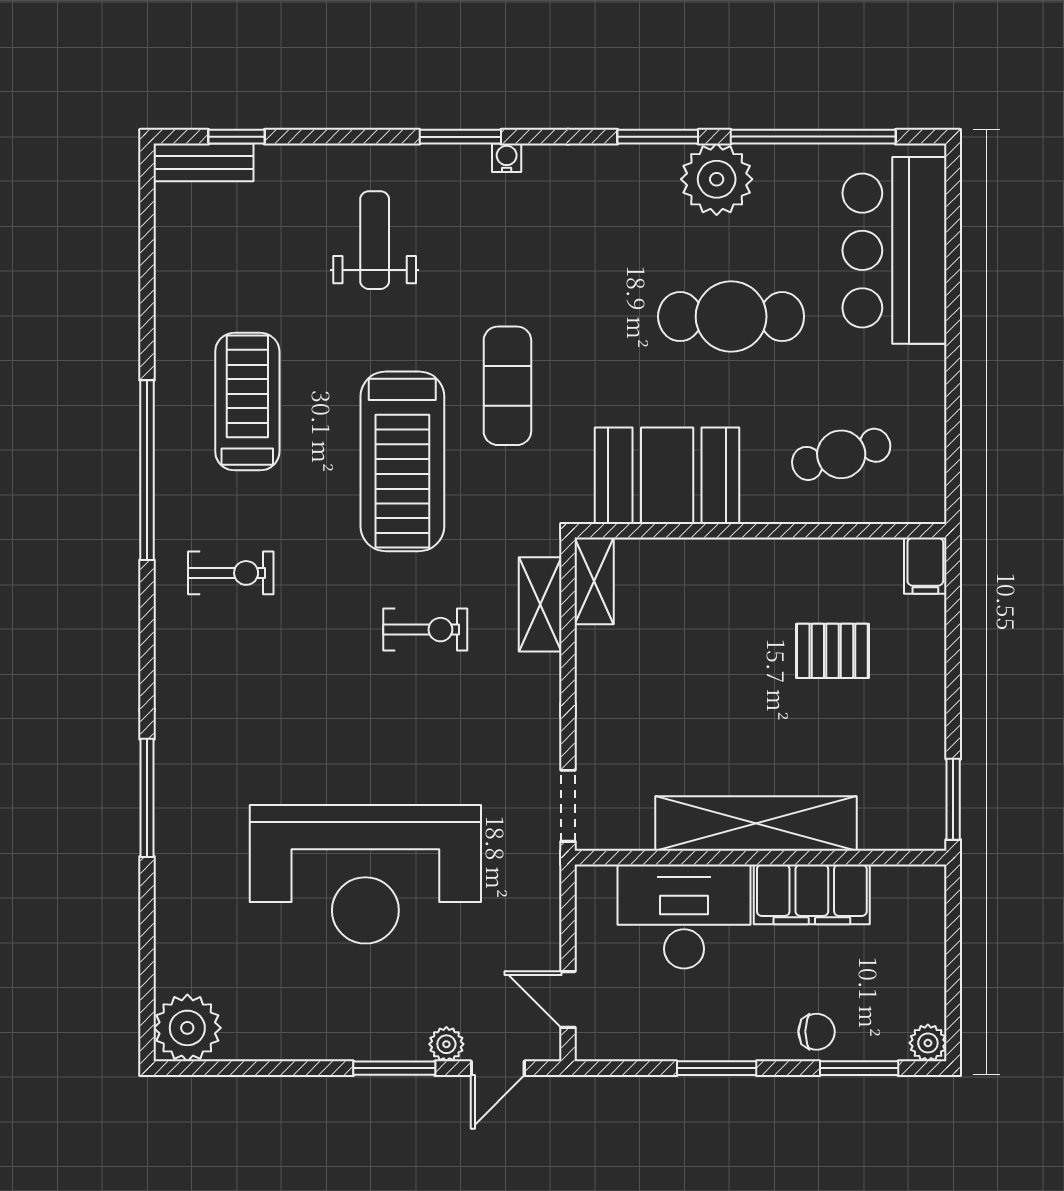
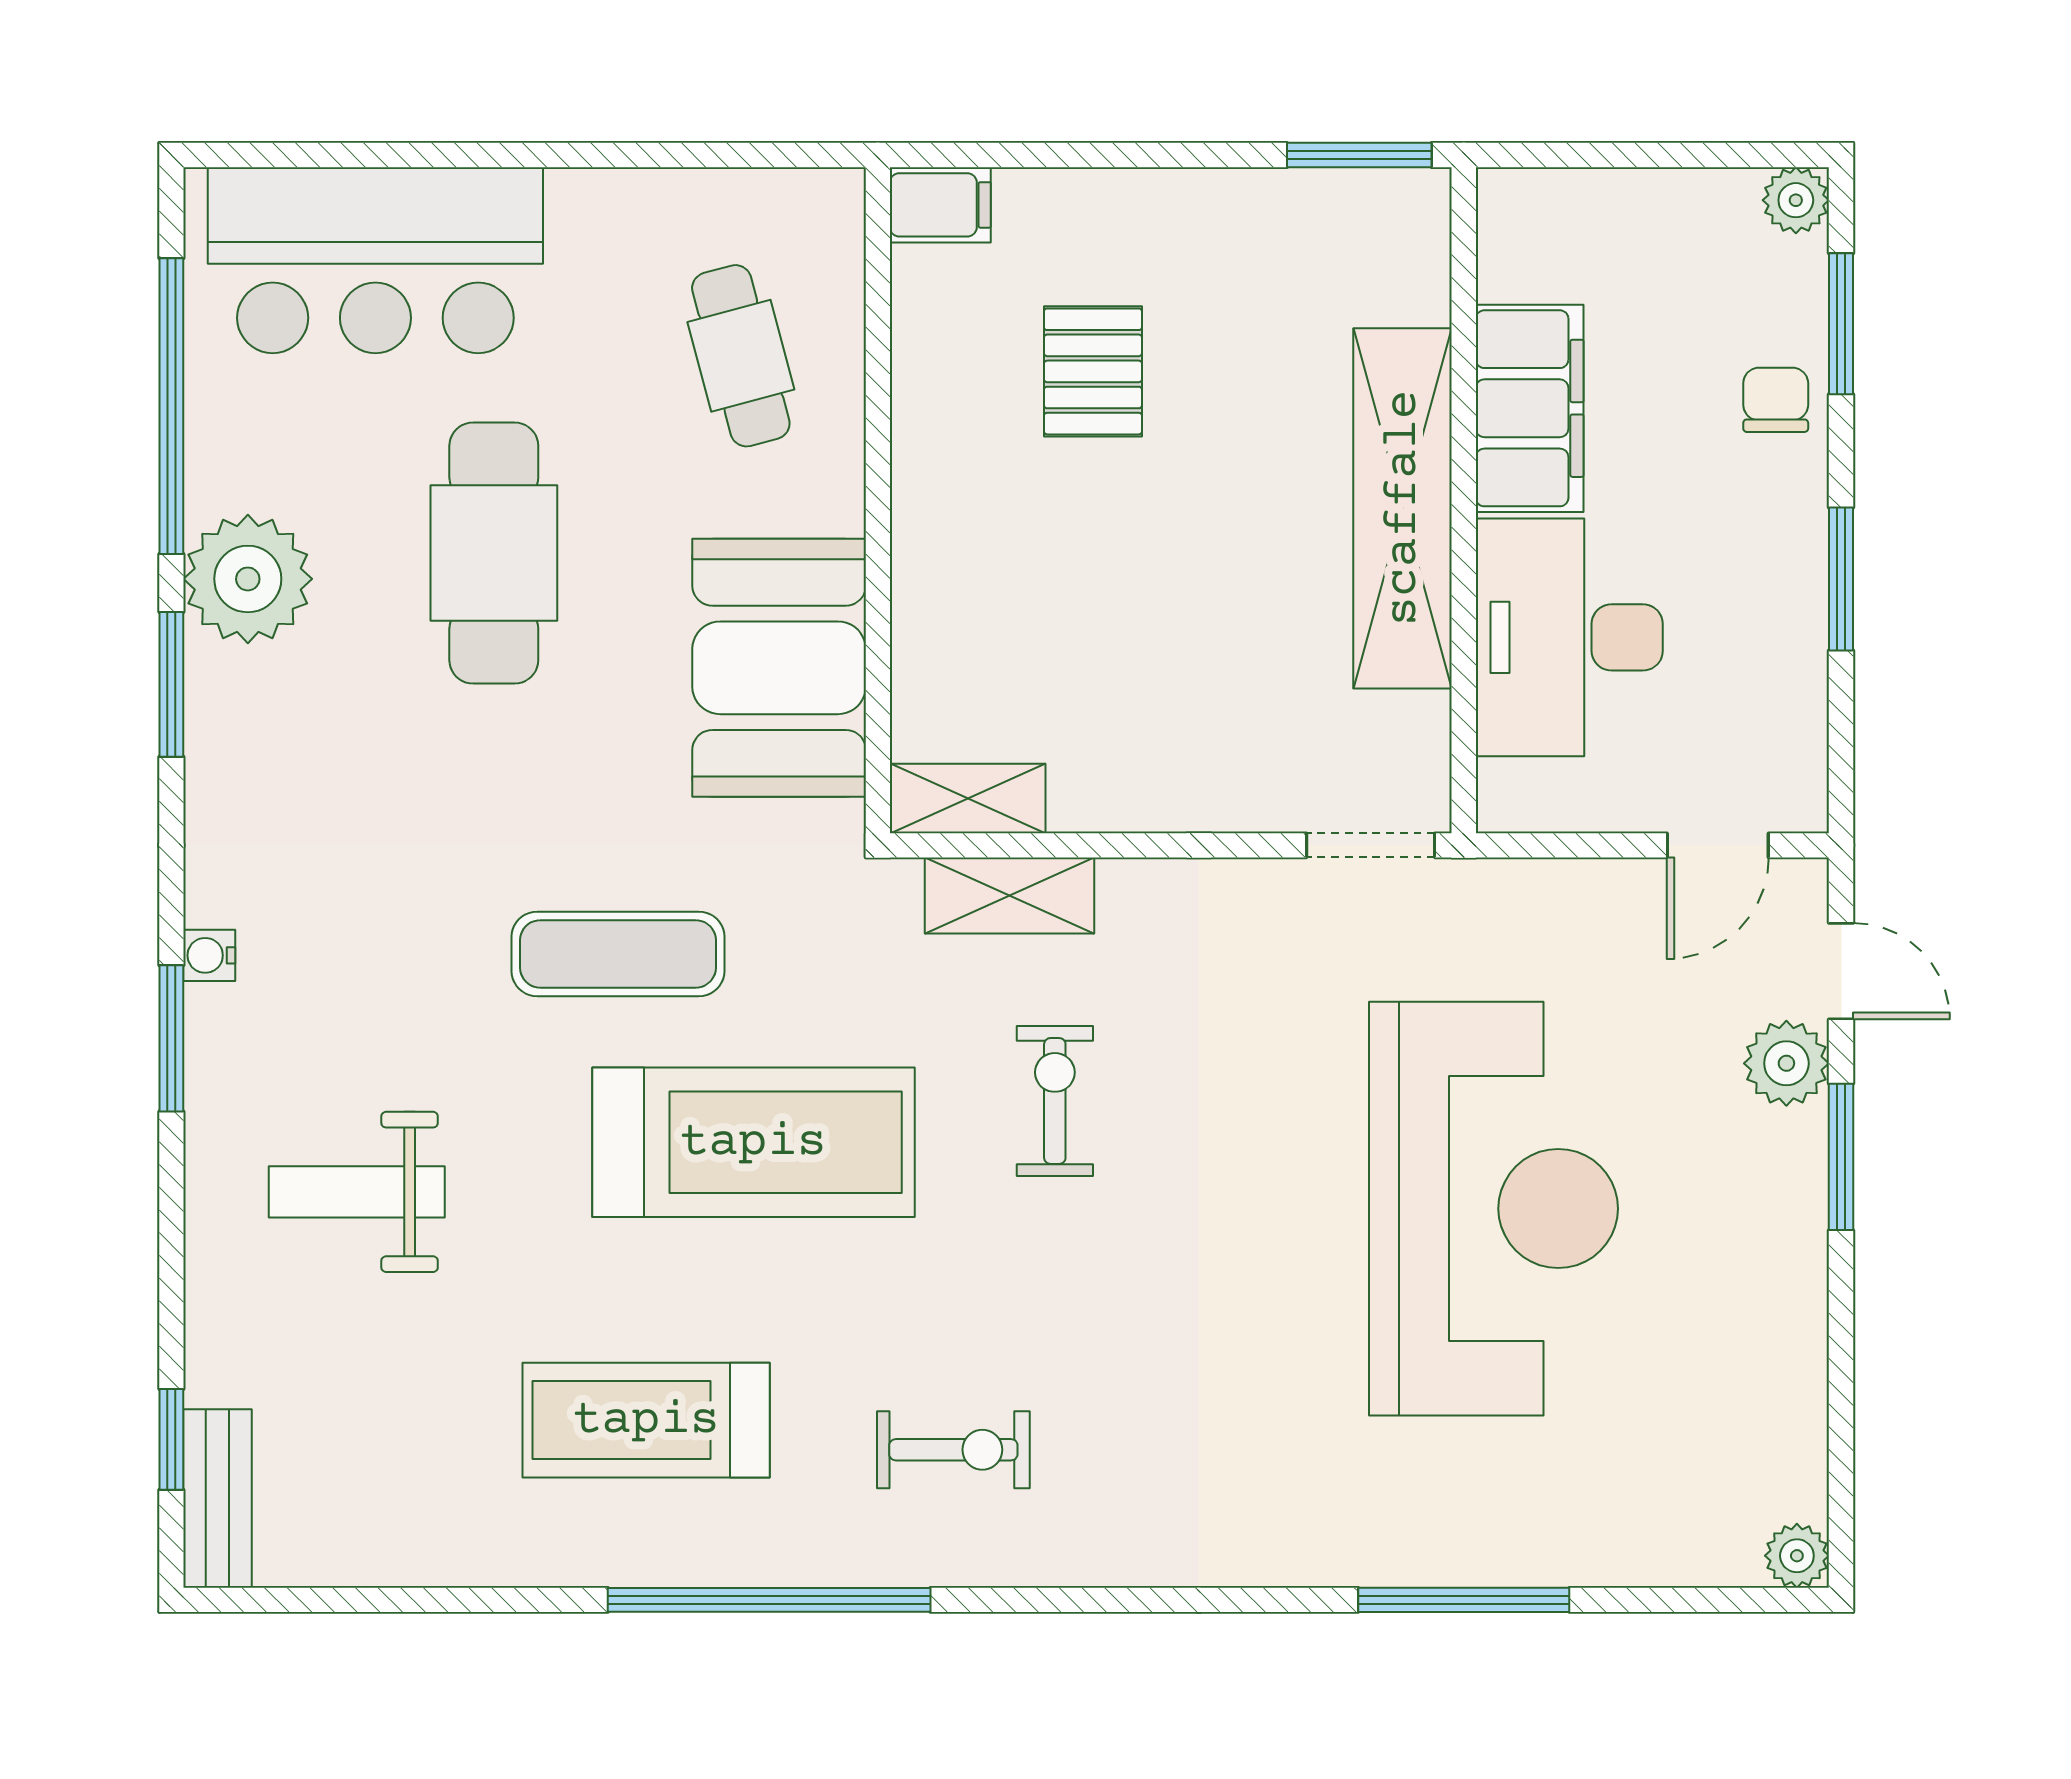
exercise bike: (231, 573) -> (953, 1450), turned 90
window: (147, 798) -> (1464, 1600), moved
plant: (187, 1028) -> (1797, 1556), width x0.53, depth x0.53
plant: (446, 1044) -> (1786, 1063), width x1.38, depth x1.38

